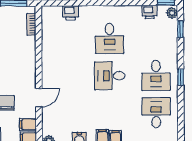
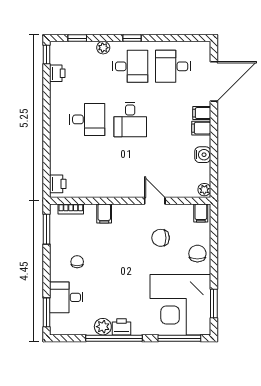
printer: (71, 13) -> (58, 184), moved
plant: (172, 13) -> (103, 48), moved
filing cabinet: (28, 124) -> (104, 214), moved

